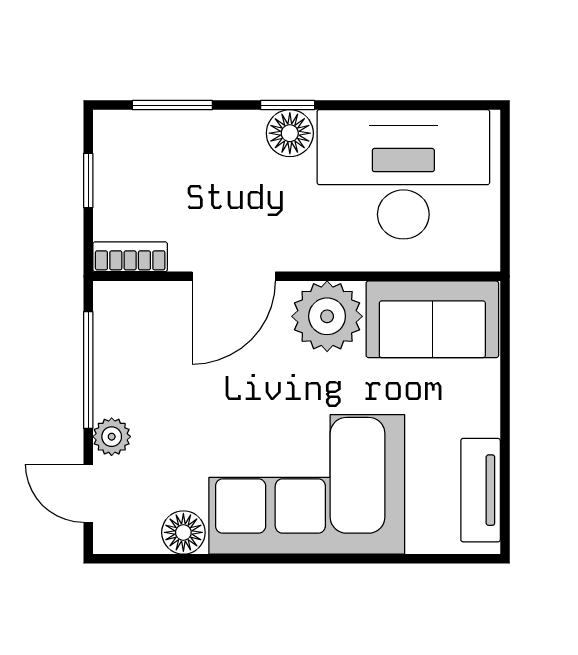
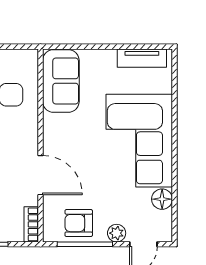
plant: (327, 316) -> (59, 131), removed
armchair: (133, 357) -> (79, 223), added

